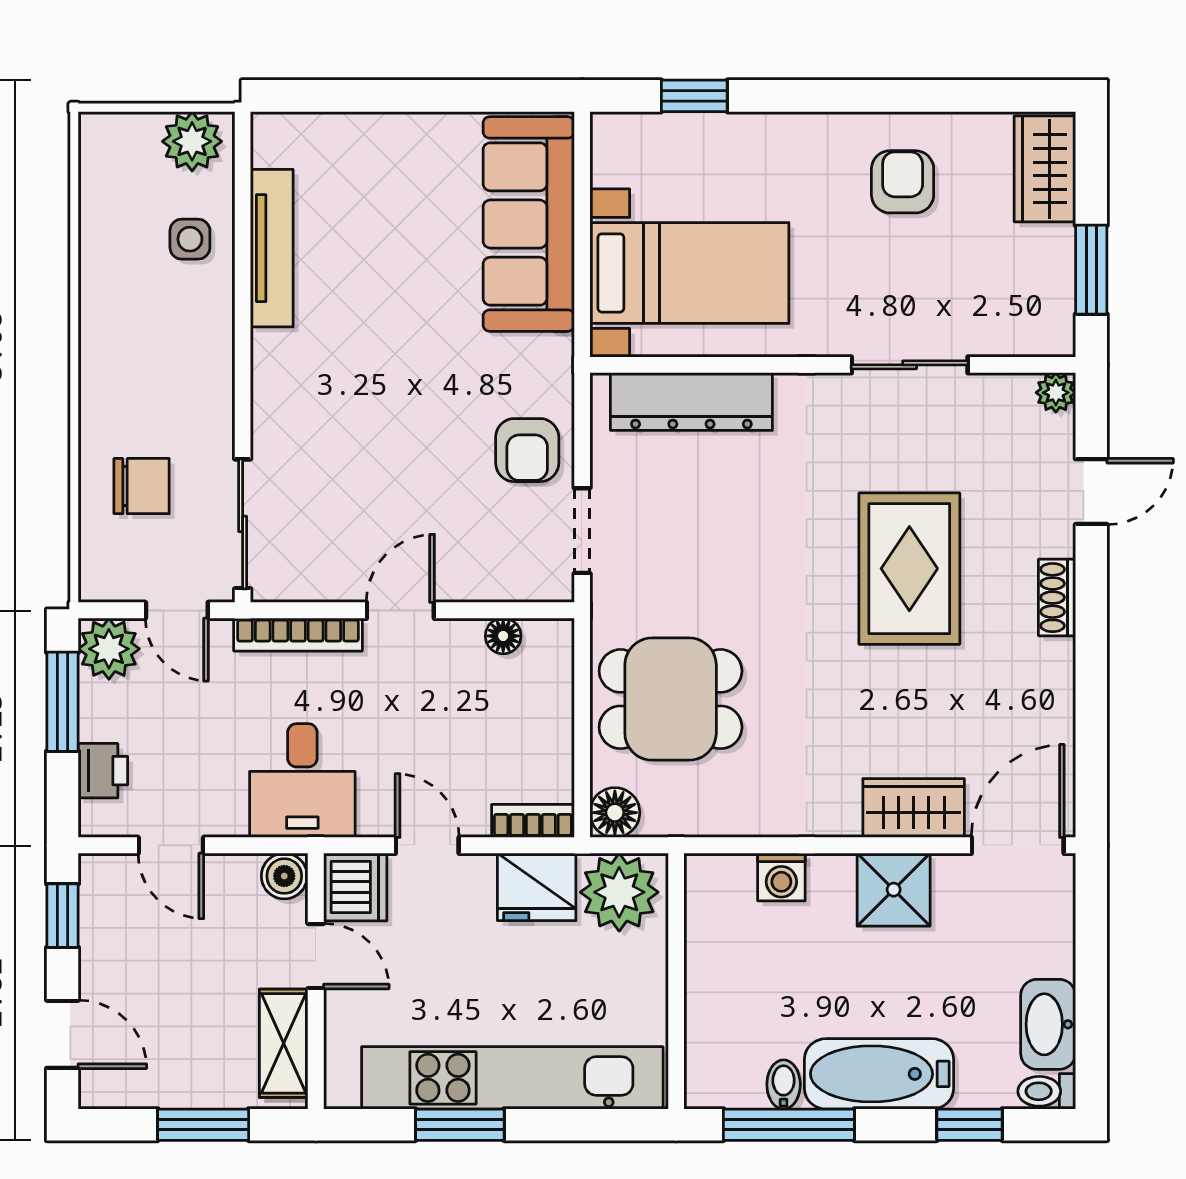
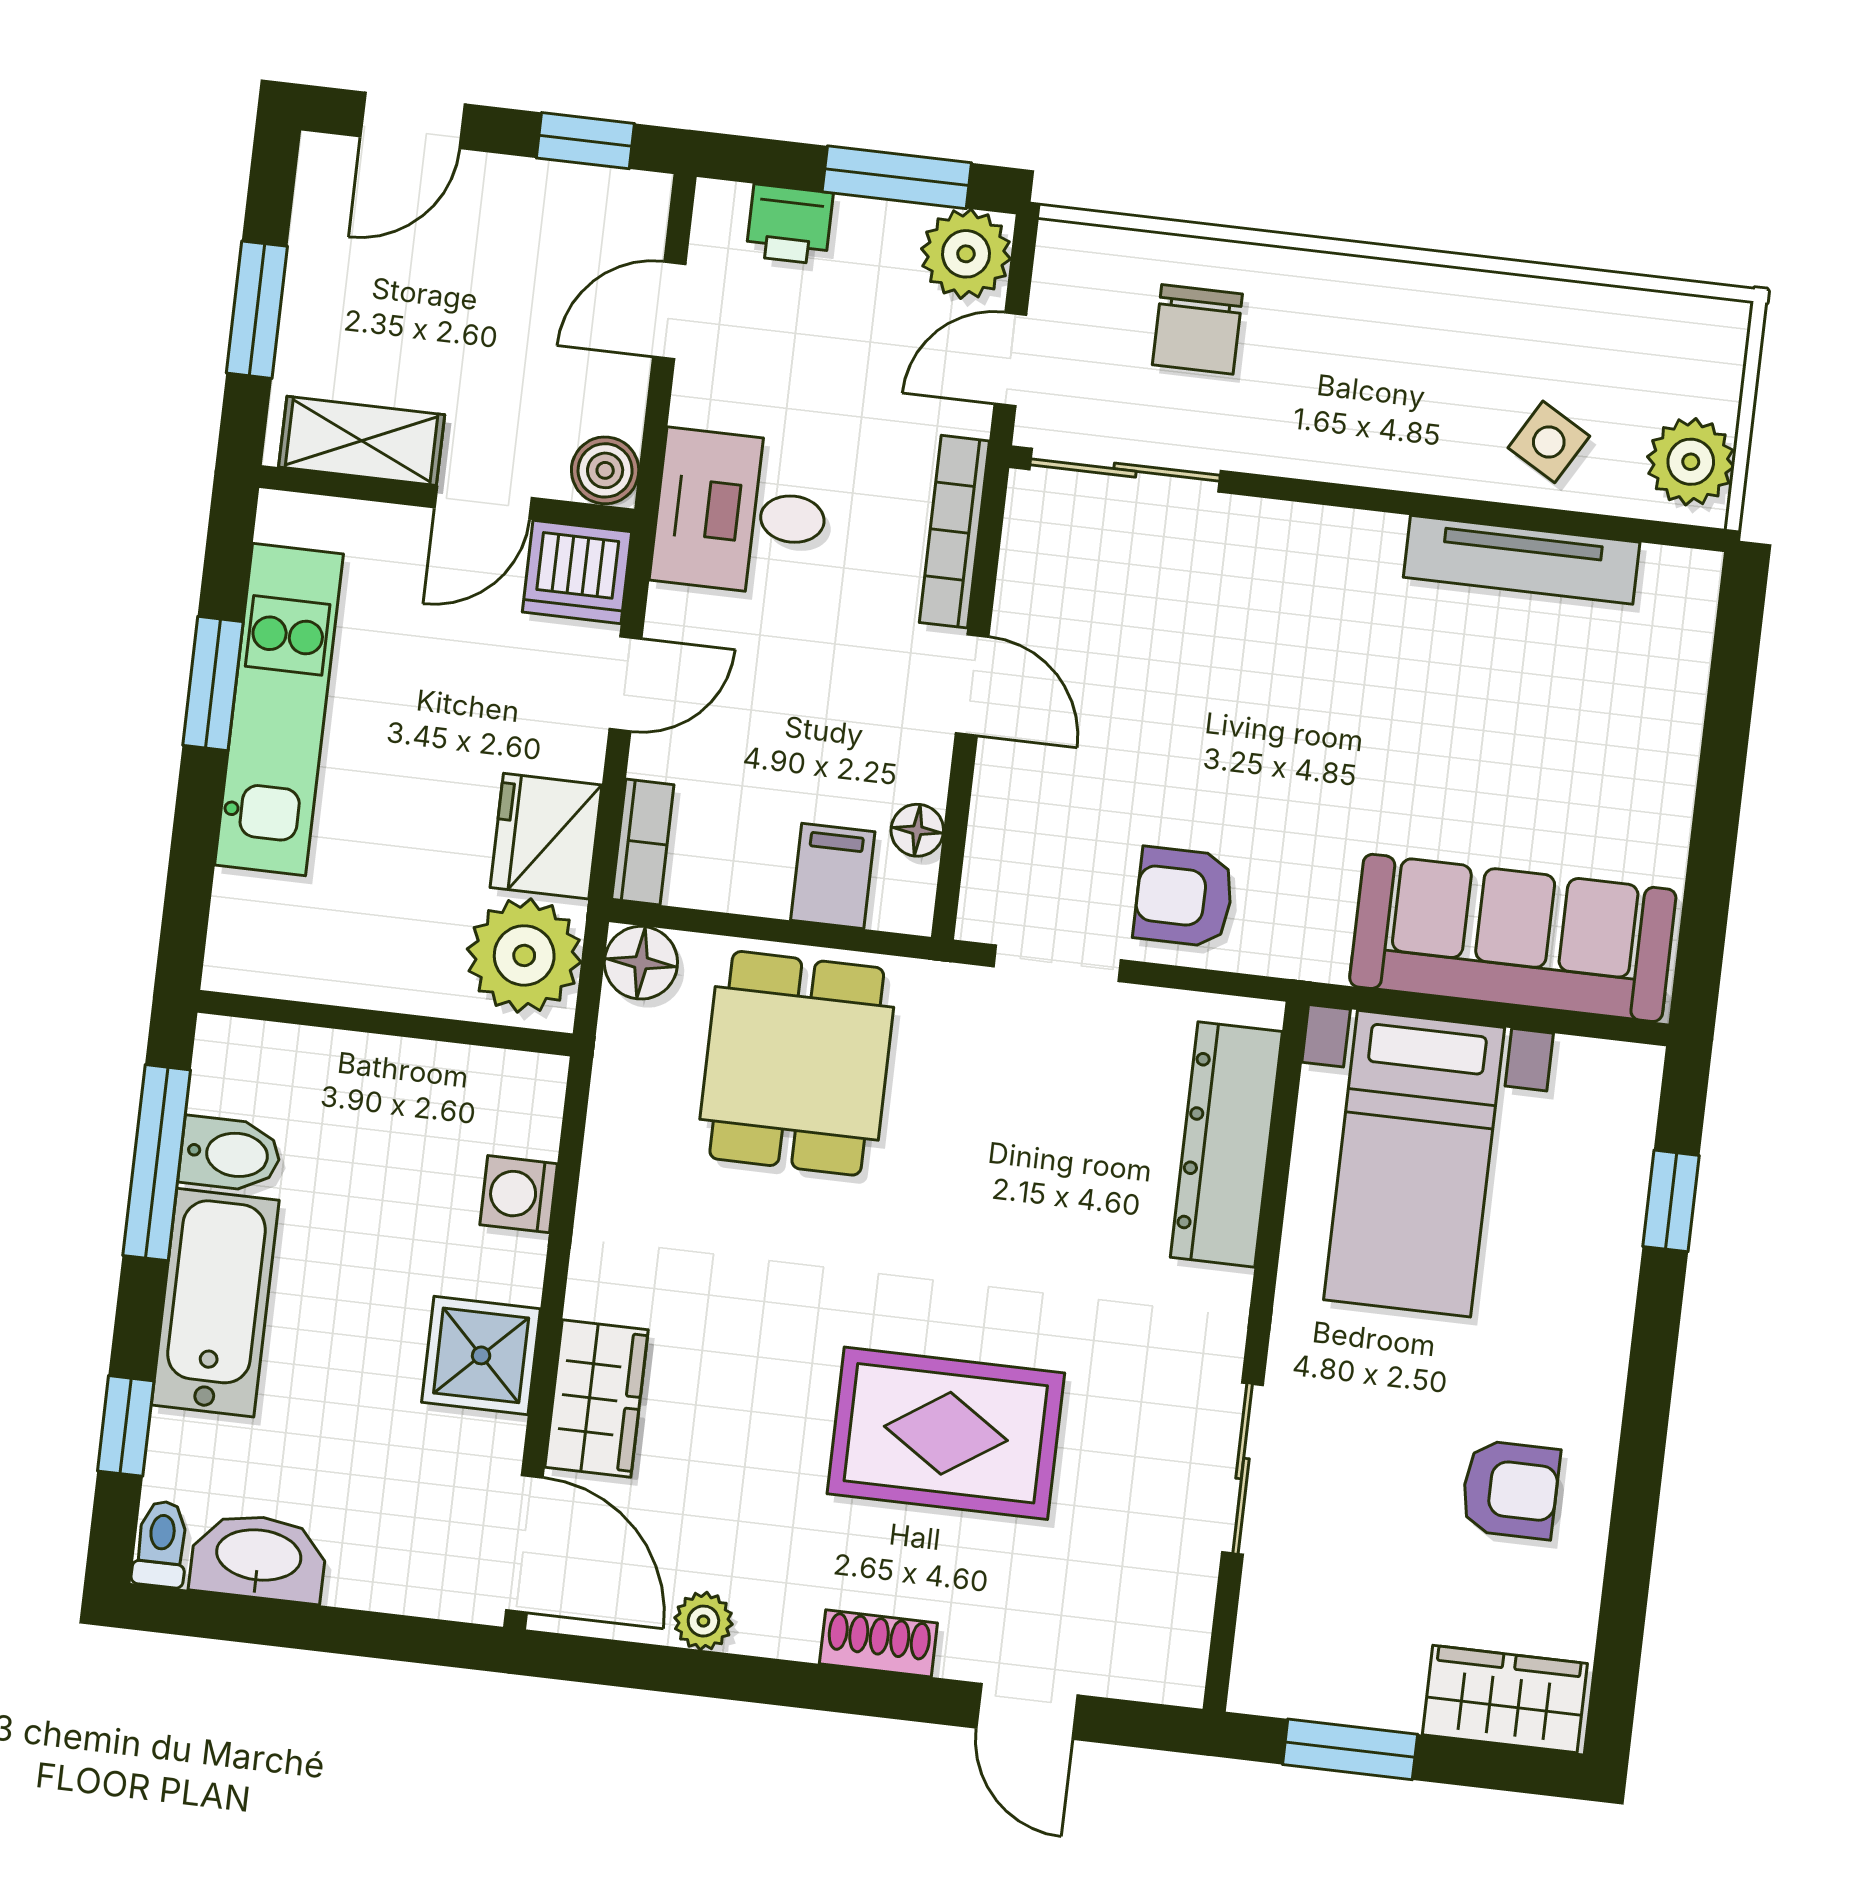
side table: (190, 239) -> (1549, 442), turned 30
plant: (1056, 393) -> (703, 1621), moved
filing cabinet: (541, 690) -> (833, 876), added
kitchen unit: (512, 1078) -> (279, 709), width x0.73
bidet: (784, 1084) -> (230, 1154), width x1.38, depth x1.36

